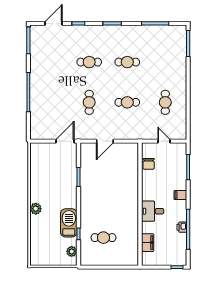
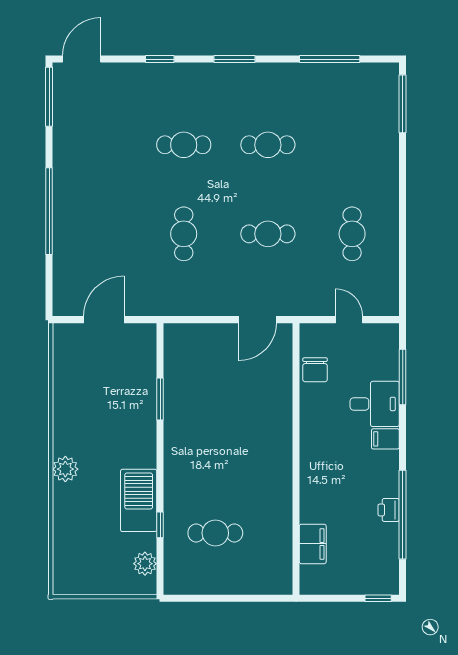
door: (54, 23) -> (82, 59), moved
door: (65, 141) -> (104, 320), moved
door: (105, 141) -> (258, 320), moved
desk: (153, 211) -> (375, 404), moved, turned 180

